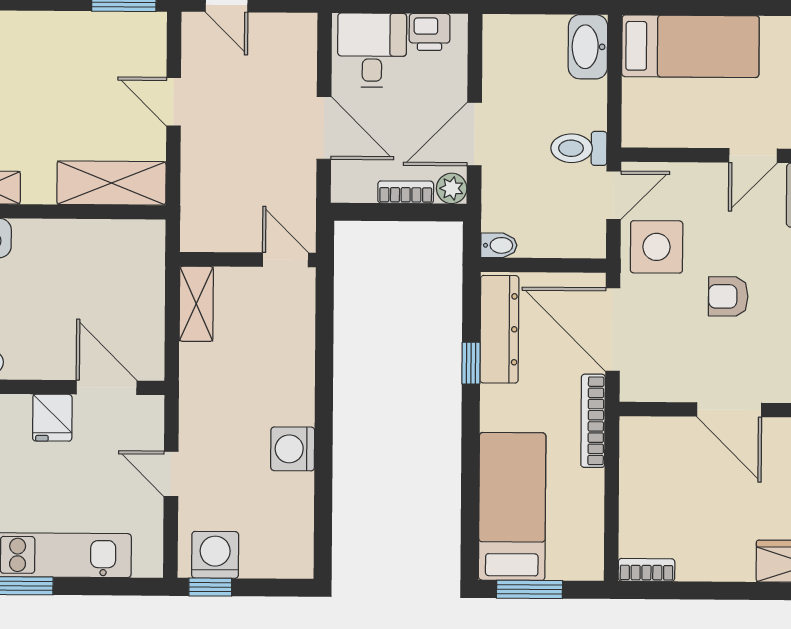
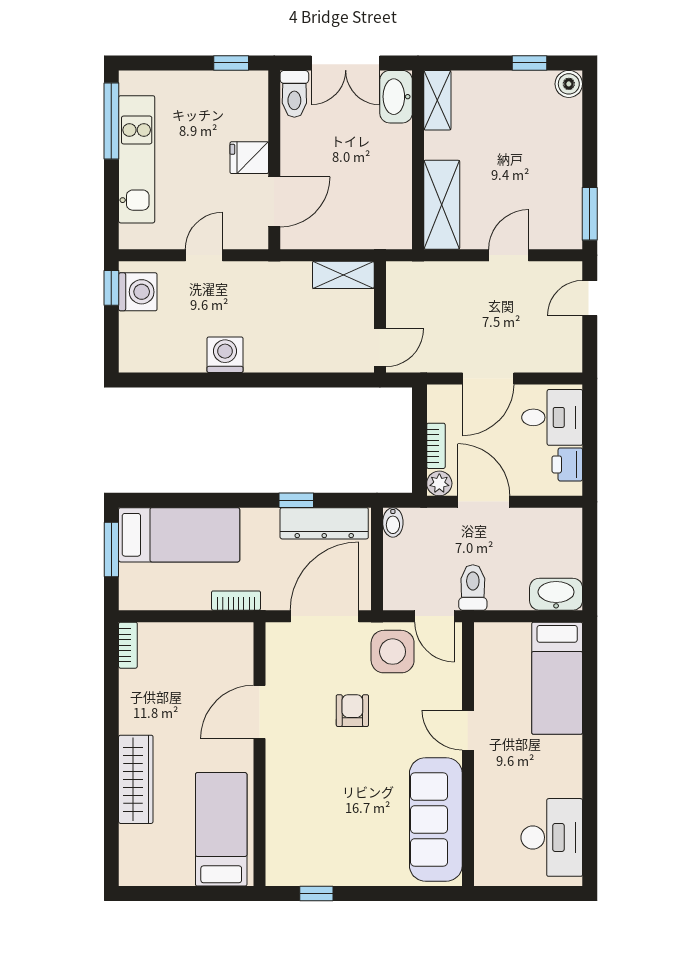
bookcase: (593, 421) -> (236, 601), width x0.64

